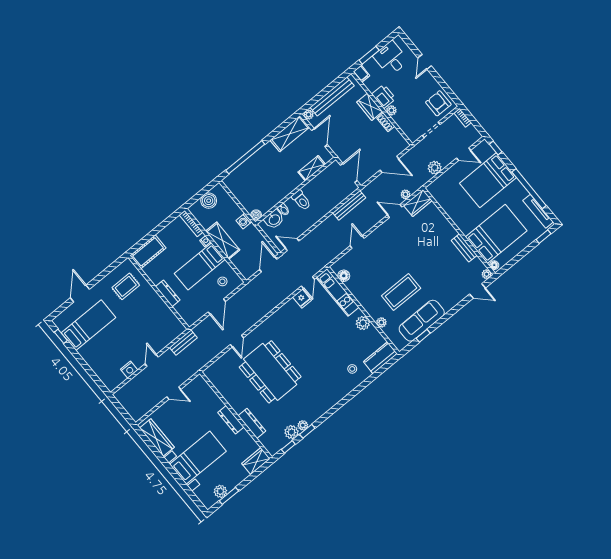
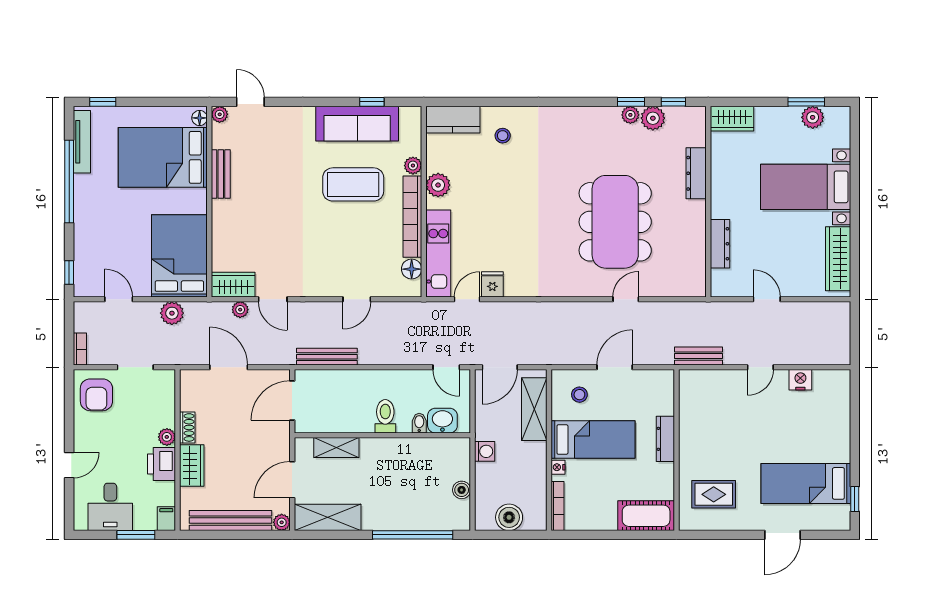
bed: (488, 180) -> (179, 256), moved, turned -90
boiler: (256, 215) -> (462, 490), moved
shelving: (223, 241) -> (534, 409), moved
bookcase: (363, 299) -> (412, 217), added
dresser: (231, 420) -> (720, 244), moved

